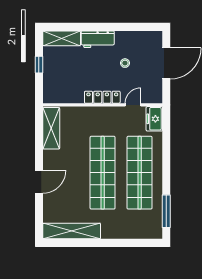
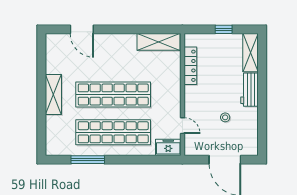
locker: (102, 97) -> (190, 66), moved
door: (39, 182) -> (82, 29), moved
window: (166, 211) -> (88, 160), moved
shelving: (72, 231) -> (53, 95), moved, width x0.68

